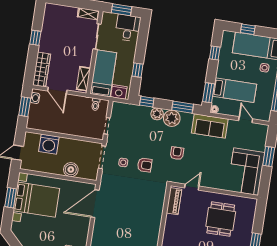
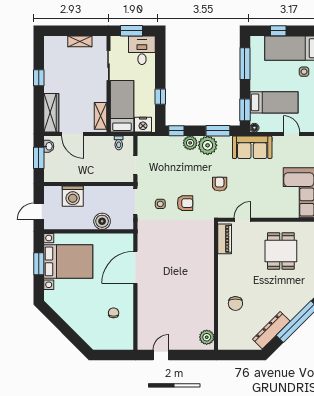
shelving: (88, 14) -> (80, 41), moved
window: (215, 53) -> (245, 64), width x2.17
door: (95, 204) -> (135, 267), moved

